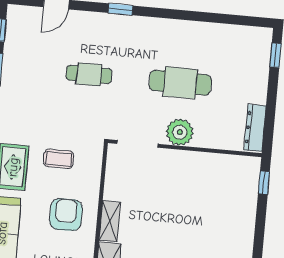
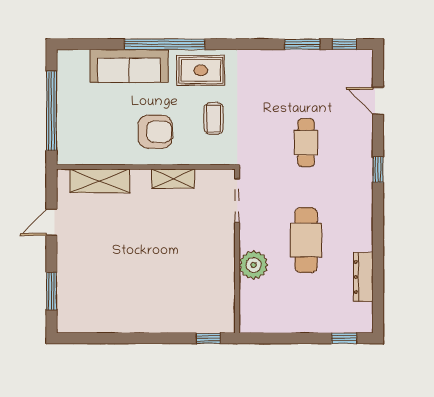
dresser: (255, 128) -> (363, 277), moved, turned -90
plant: (180, 132) -> (254, 265), moved
shelving: (110, 221) -> (173, 179), moved

